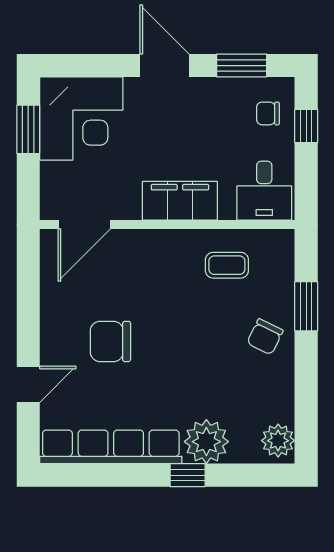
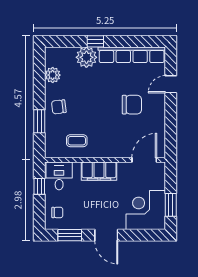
window: (306, 126) -> (39, 186), moved
chair: (265, 337) -> (59, 107), turned -123
plant: (278, 441) -> (53, 75), moved

